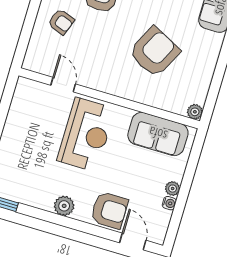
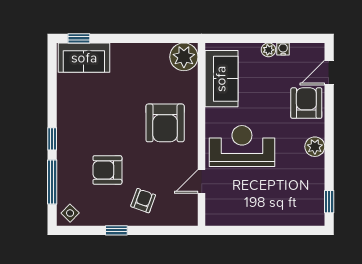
armchair: (154, 52) -> (165, 123), moved, turned -117
plant: (195, 112) -> (184, 57), width x1.88, depth x1.88

